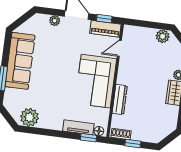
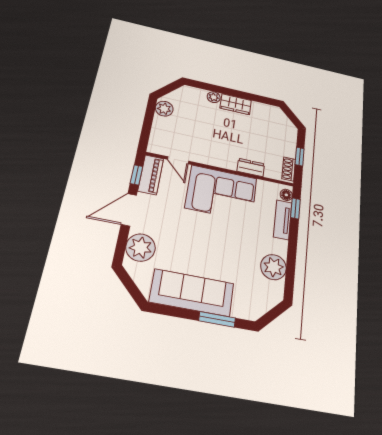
plant: (55, 21) -> (141, 248), width x1.88, depth x1.88
dresser: (120, 99) -> (251, 168), width x0.70
plant: (29, 117) -> (273, 267), moved

